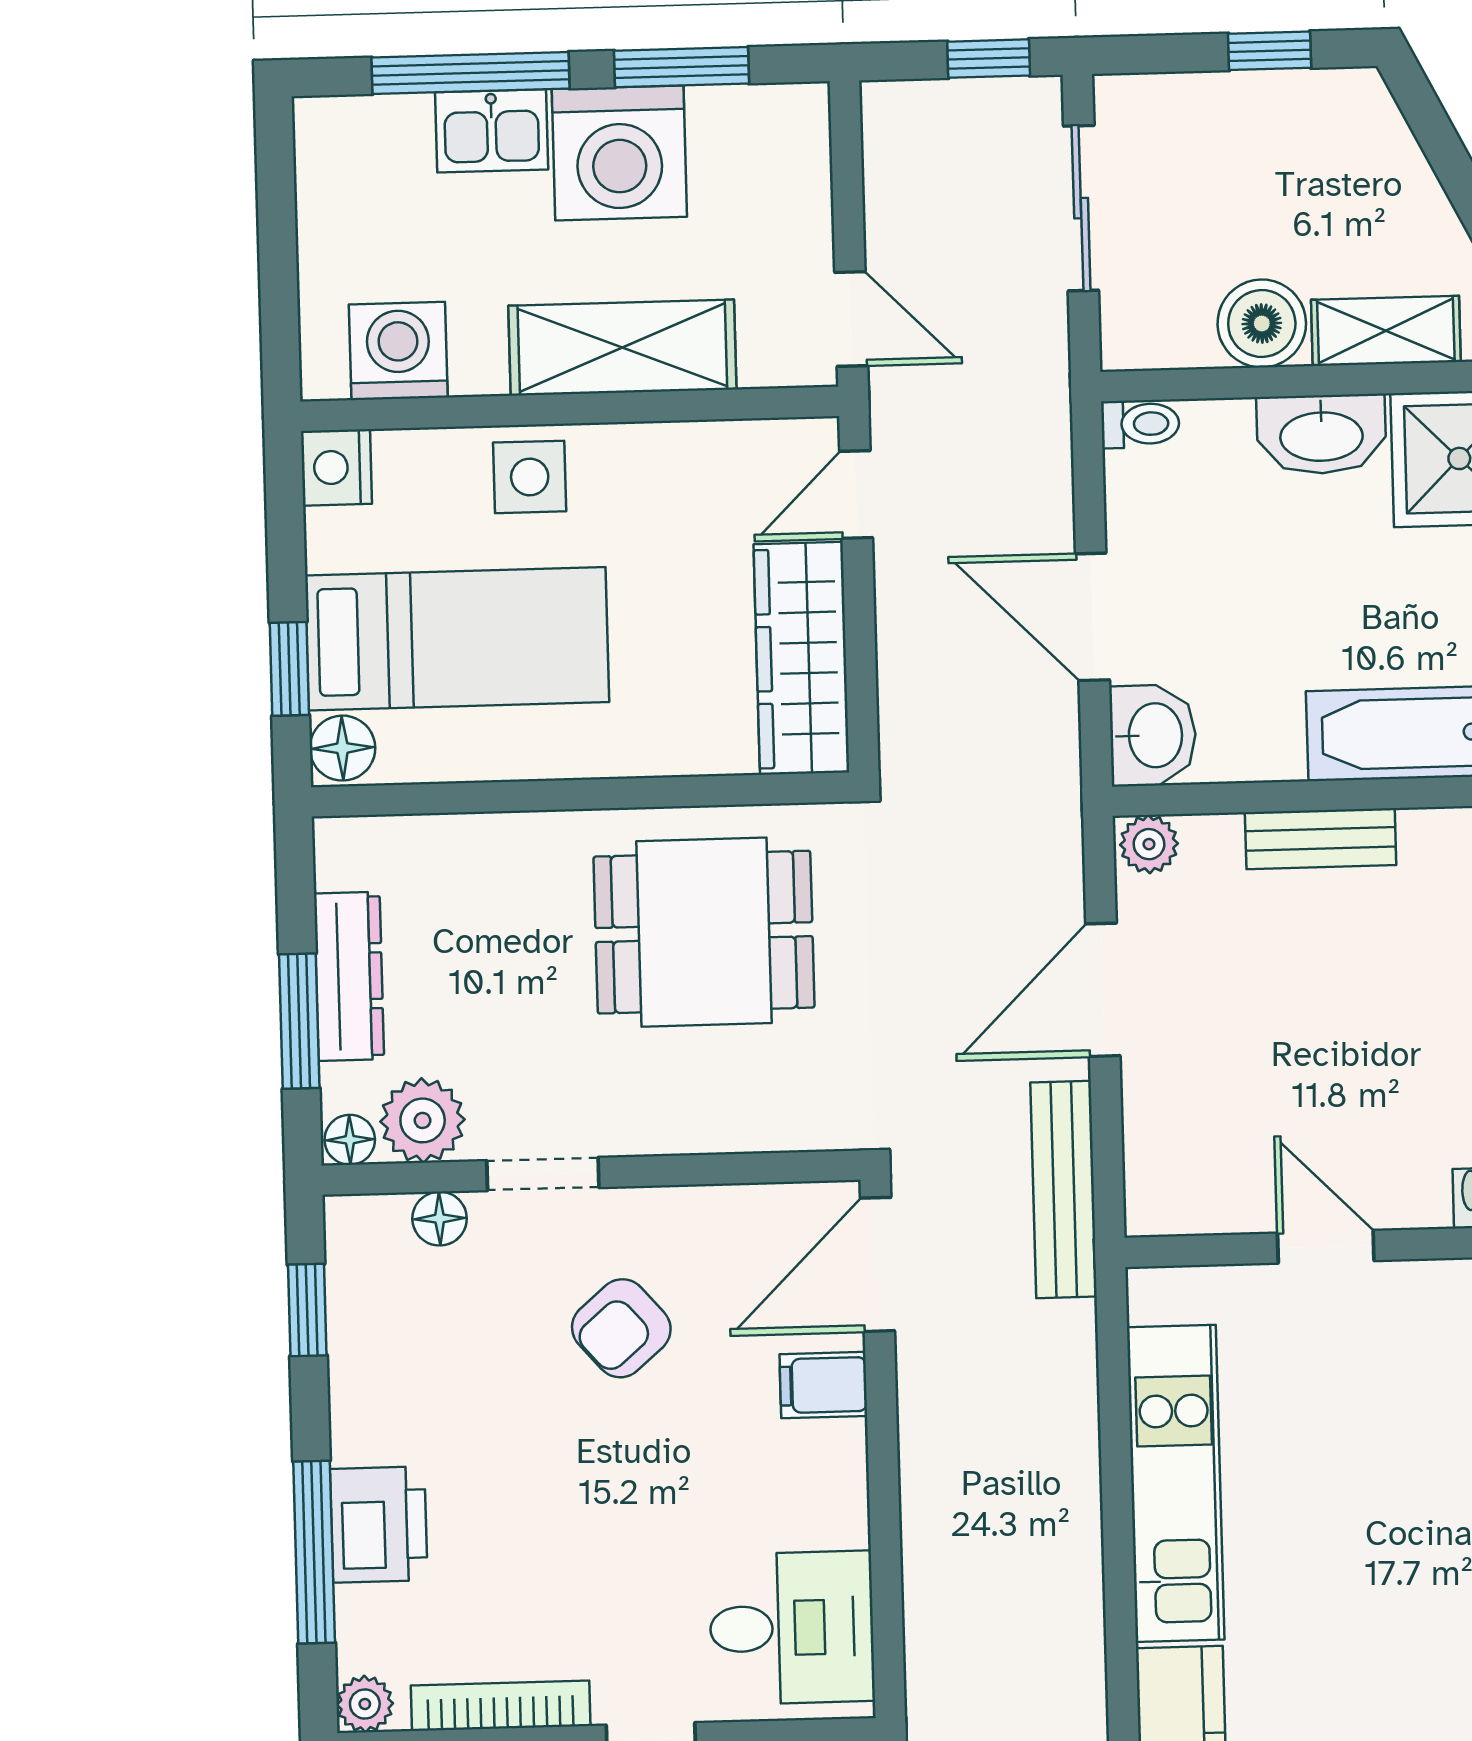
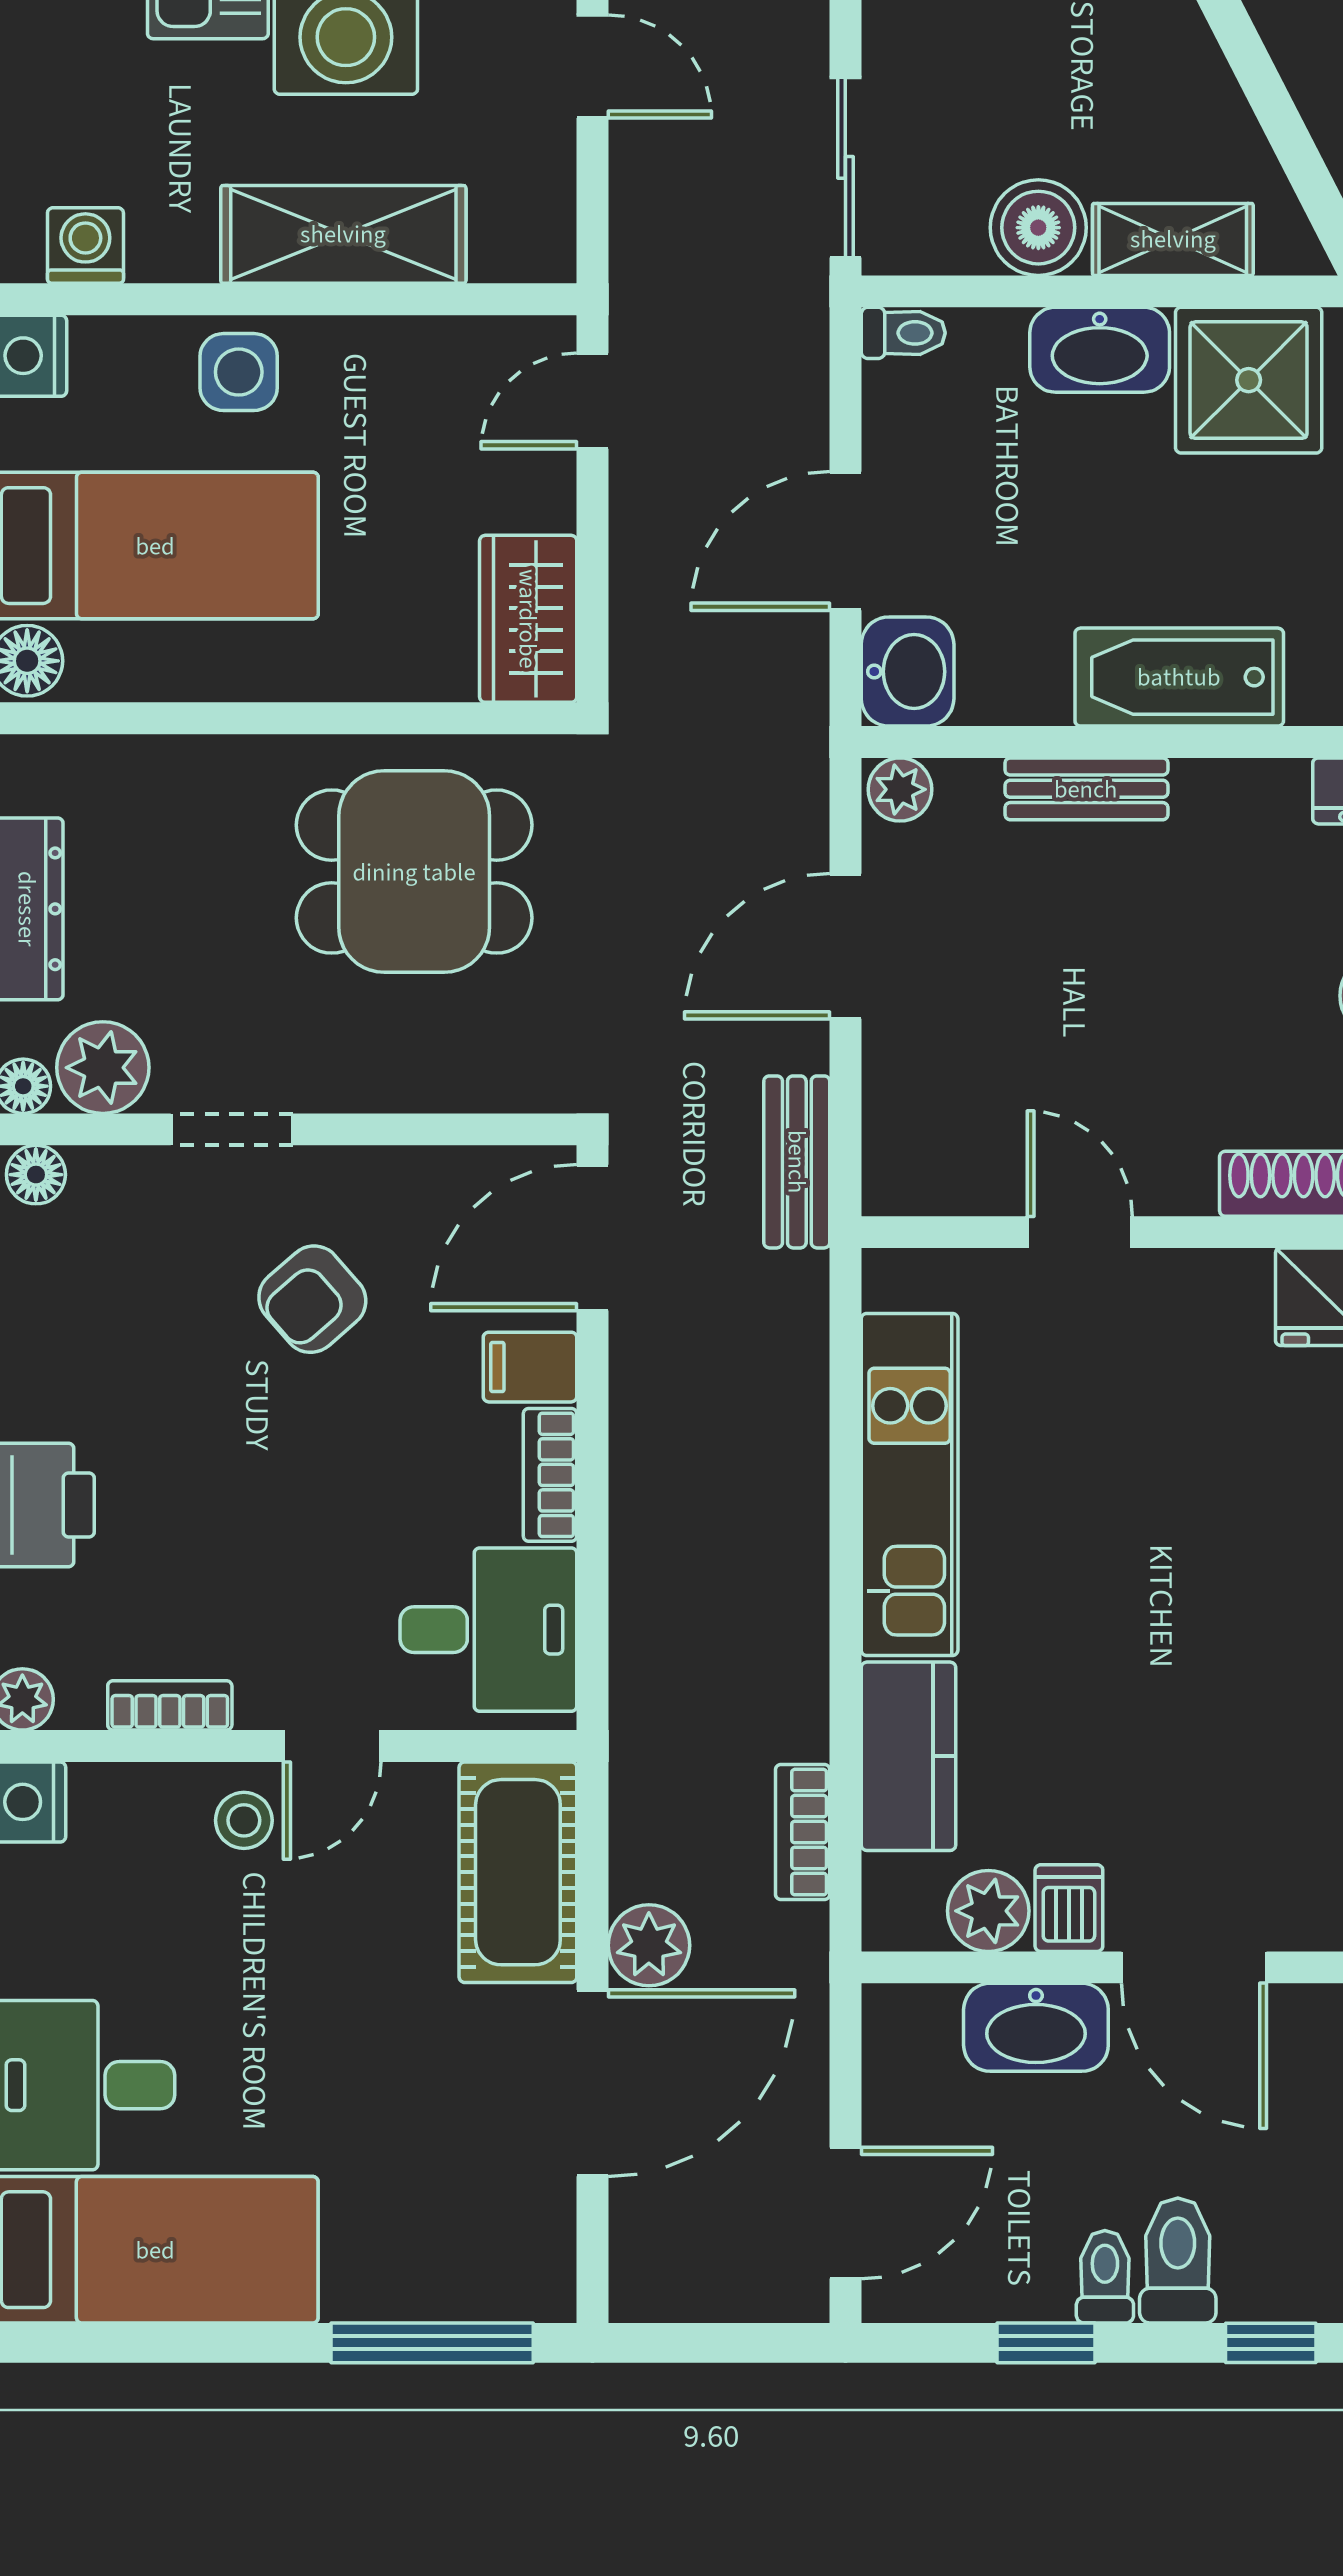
sliding door: (1081, 208) -> (845, 167), moved
door: (851, 319) -> (592, 67), moved
washing machine: (398, 351) -> (85, 246), width x0.73, depth x0.73
door: (1092, 617) -> (845, 541), hinge flipped
wardrobe: (801, 658) -> (528, 619), width x0.67
bench: (1064, 1190) -> (797, 1162), width x0.73
floor lamp: (440, 1219) -> (36, 1175), moved
bookcase: (845, 1484) -> (550, 1475), added
bookcase: (501, 1706) -> (170, 1705), width x0.64

